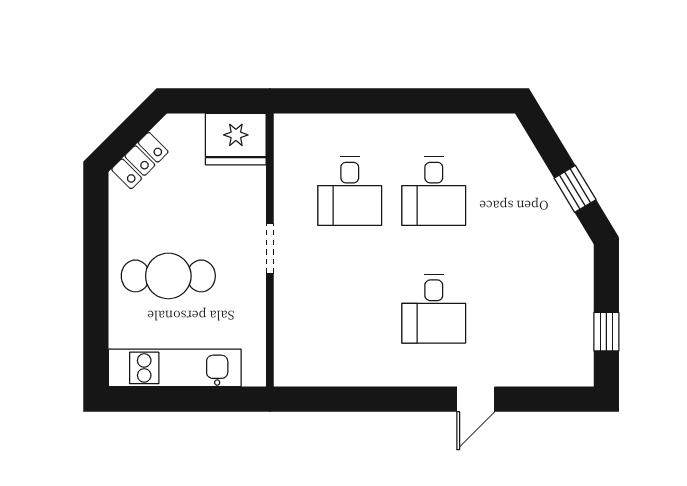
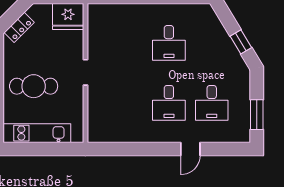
desk: (350, 191) -> (212, 103), moved
window: (606, 332) -> (257, 115), width x1.50

